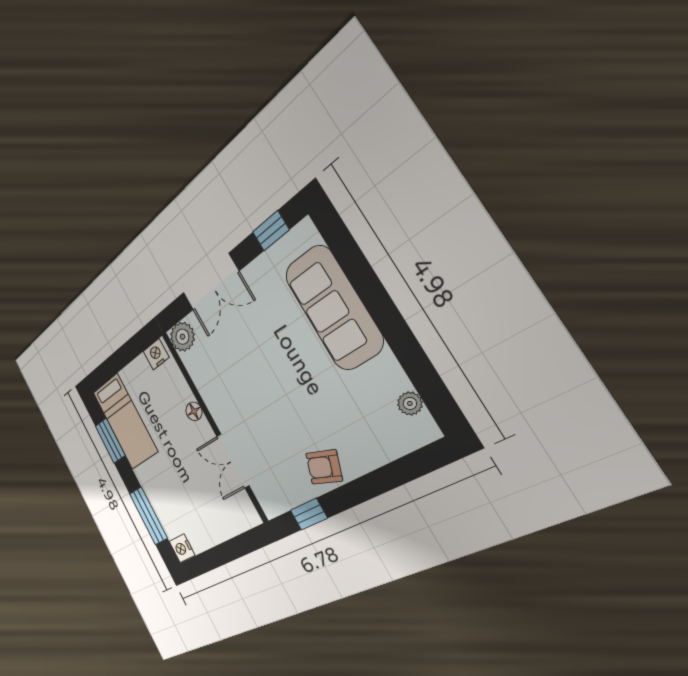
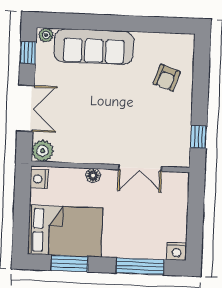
plant: (410, 404) -> (46, 35), moved
bed: (125, 421) -> (65, 231), width x1.50
armchair: (324, 467) -> (167, 78), moved

